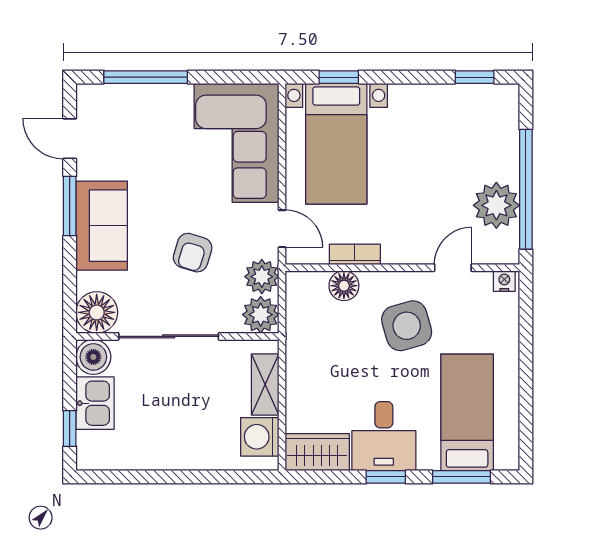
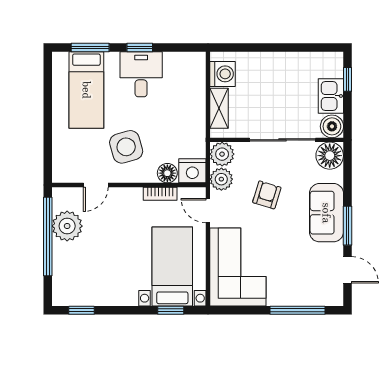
nightstand: (504, 281) -> (192, 171), moved, width x1.89, depth x1.79
wardrobe: (317, 452) -> (185, 64), removed

